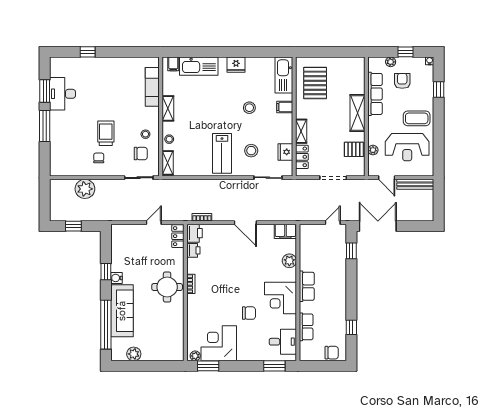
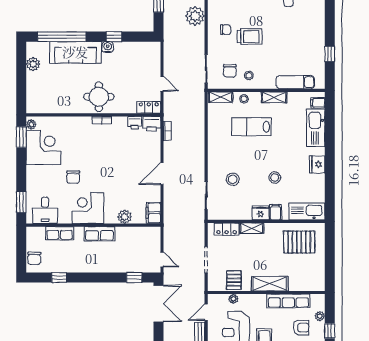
window: (88, 52) -> (330, 54), moved
fridge: (285, 152) -> (260, 213), moved
lab bench: (222, 153) -> (251, 127), moved

